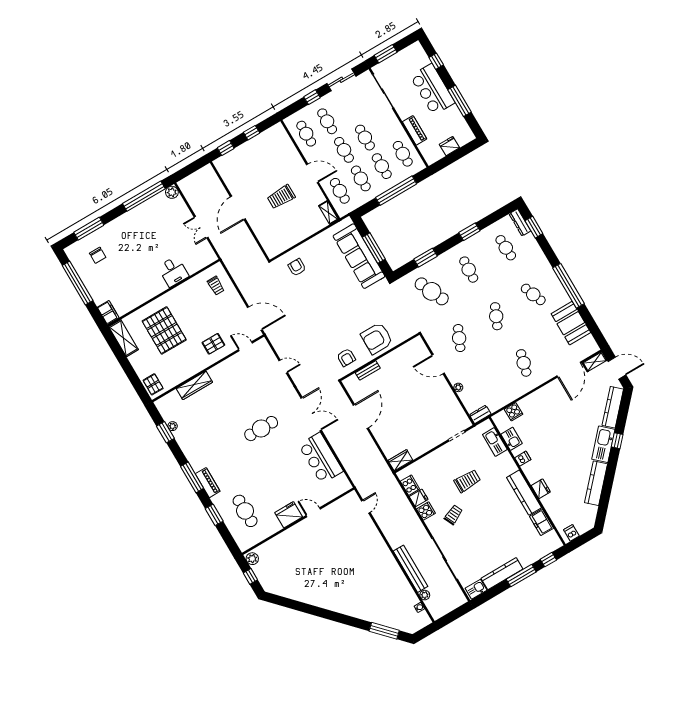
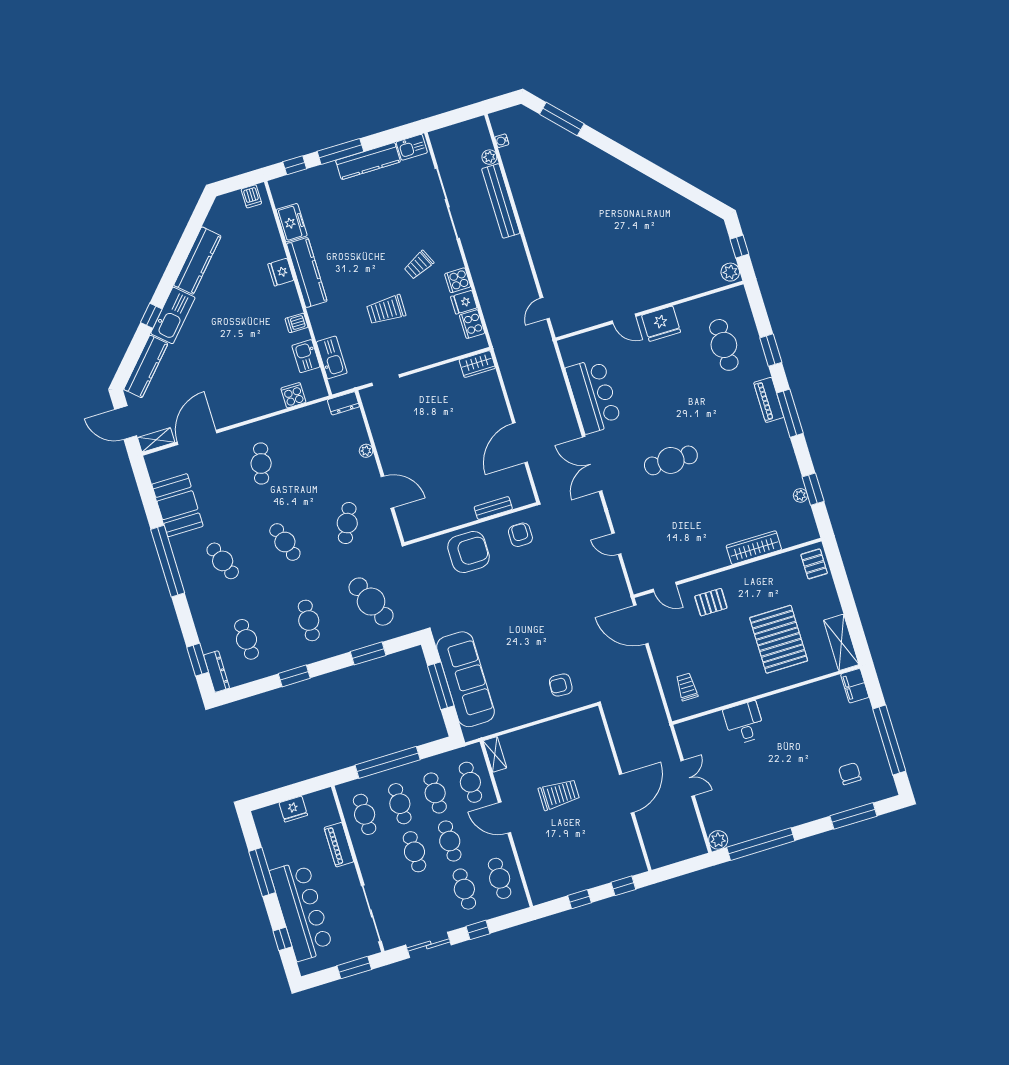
bar counter: (433, 89) -> (302, 911), width x1.36
armchair: (297, 267) -> (561, 685), turned 93
cafe table: (496, 316) -> (285, 542), turned -42

